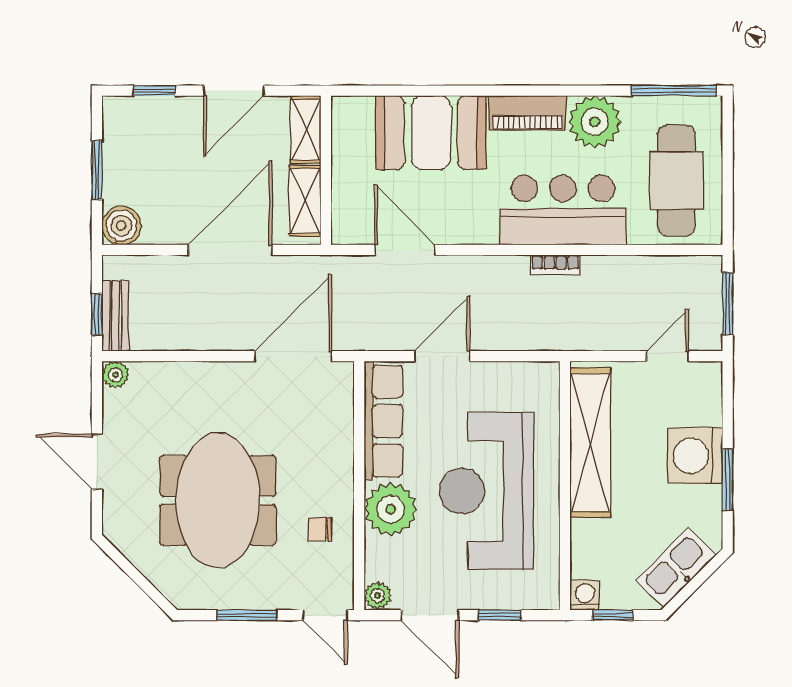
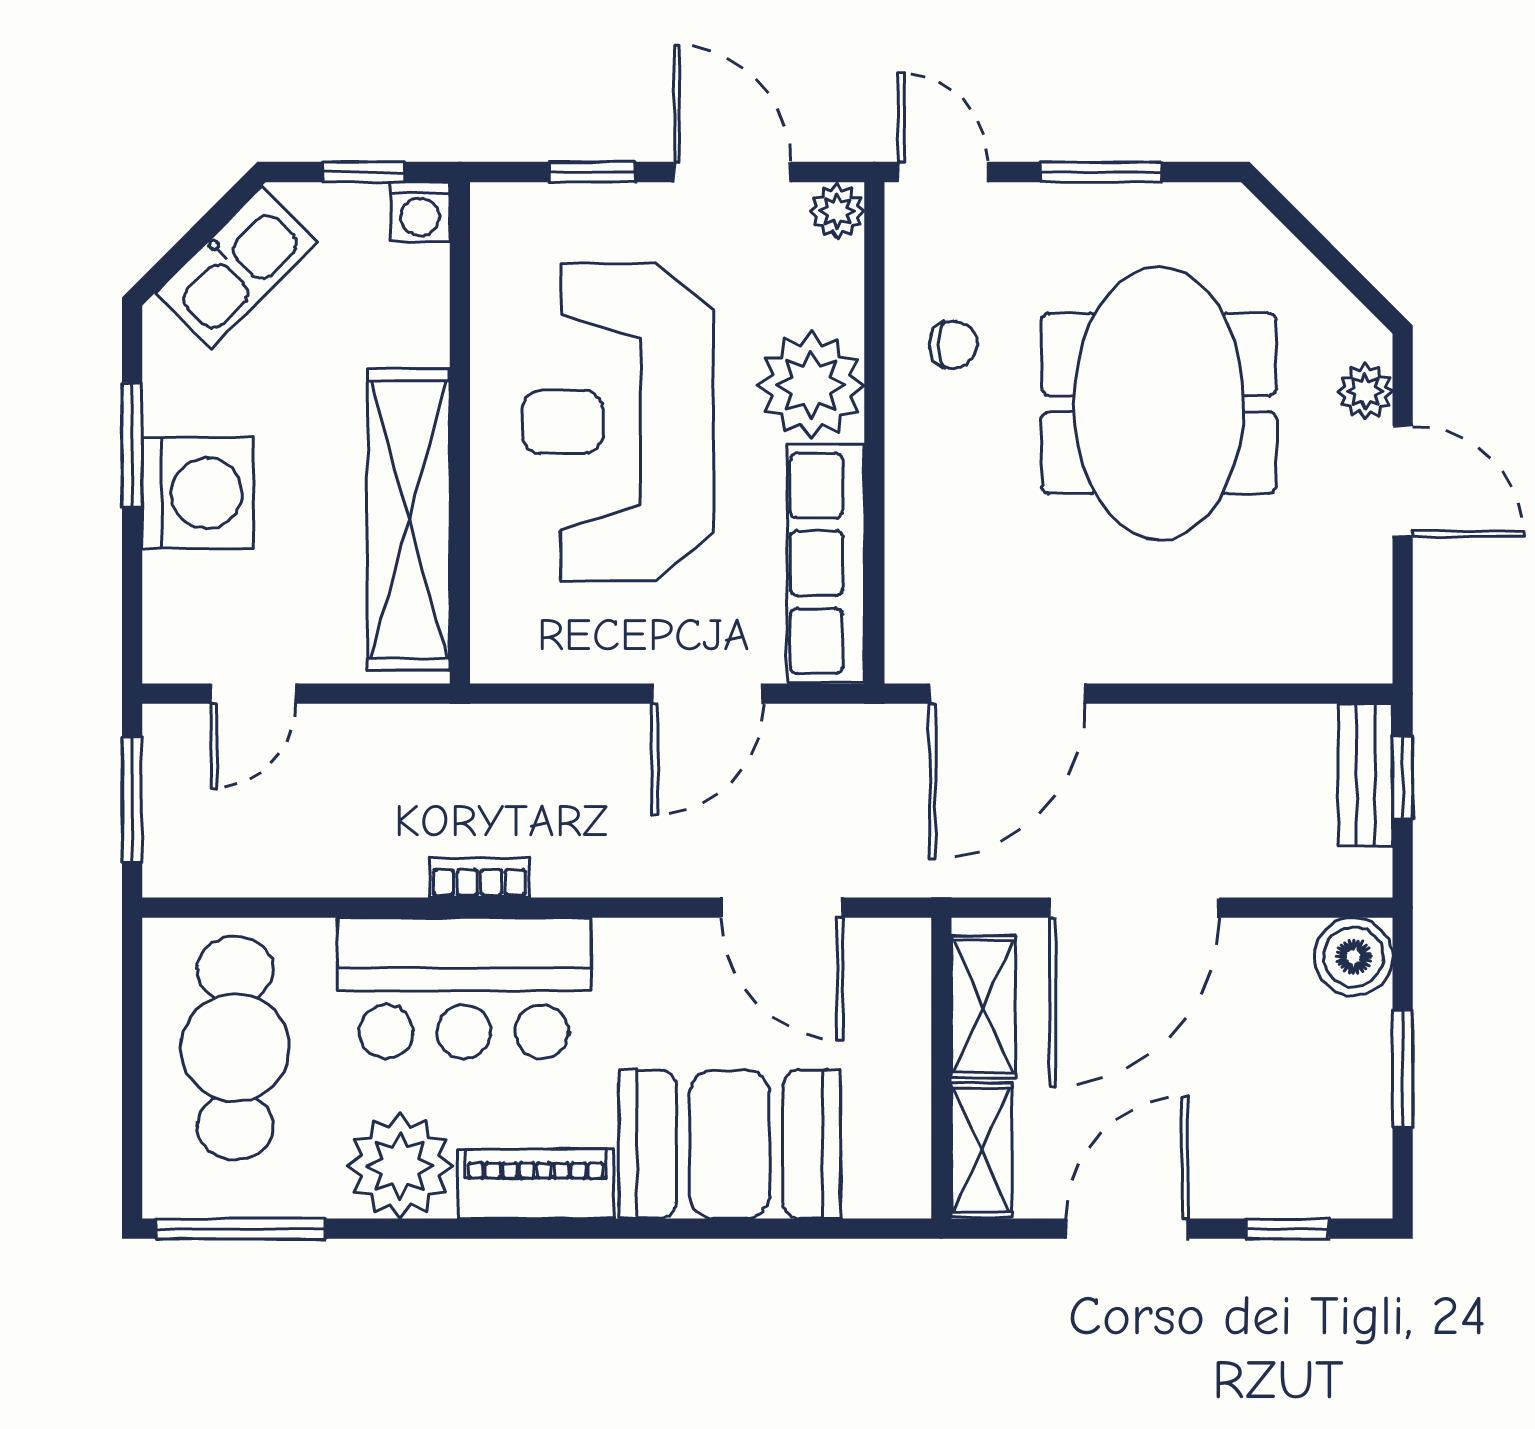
plant: (115, 375) -> (1365, 391), moved
reception desk: (486, 491) -> (618, 422), turned 180

